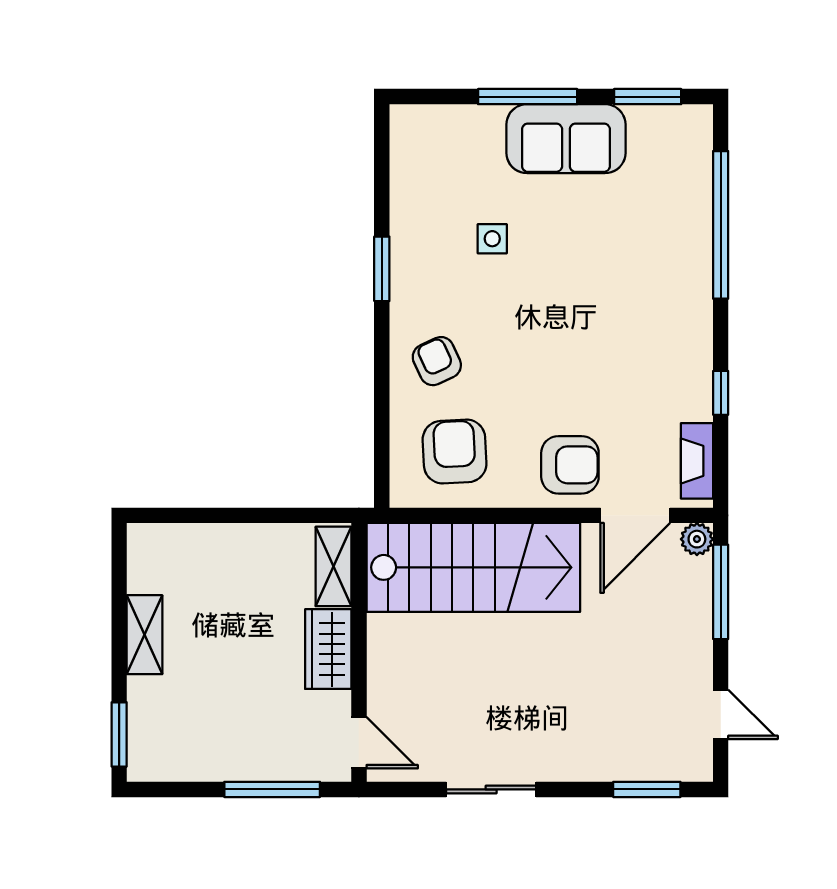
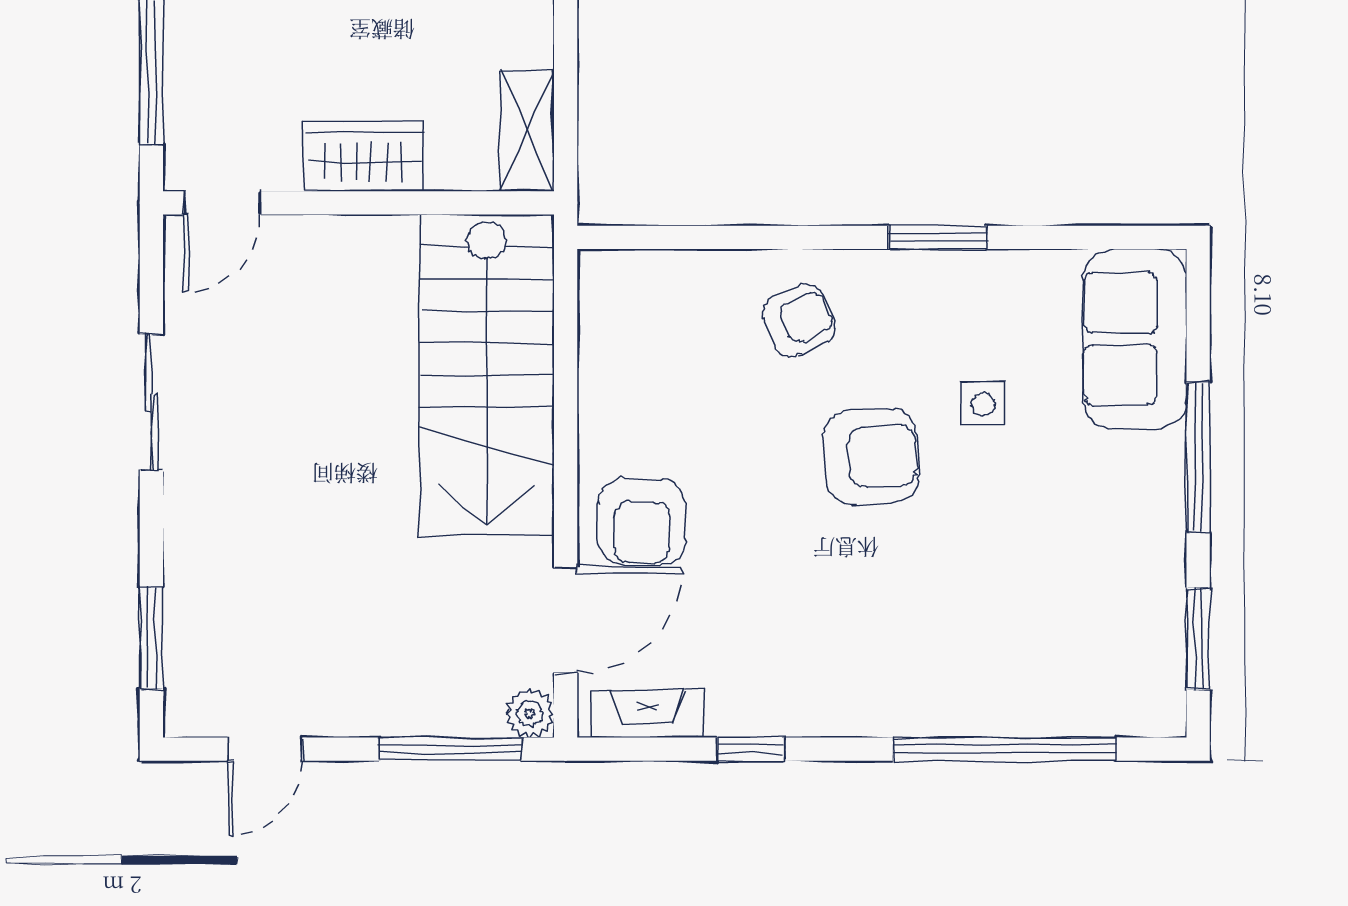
sofa: (566, 139) -> (1135, 339), moved
armchair: (455, 452) -> (871, 457), moved
door: (635, 515) -> (566, 620), swing flipped
shelving: (333, 566) -> (527, 131), moved, turned 90

